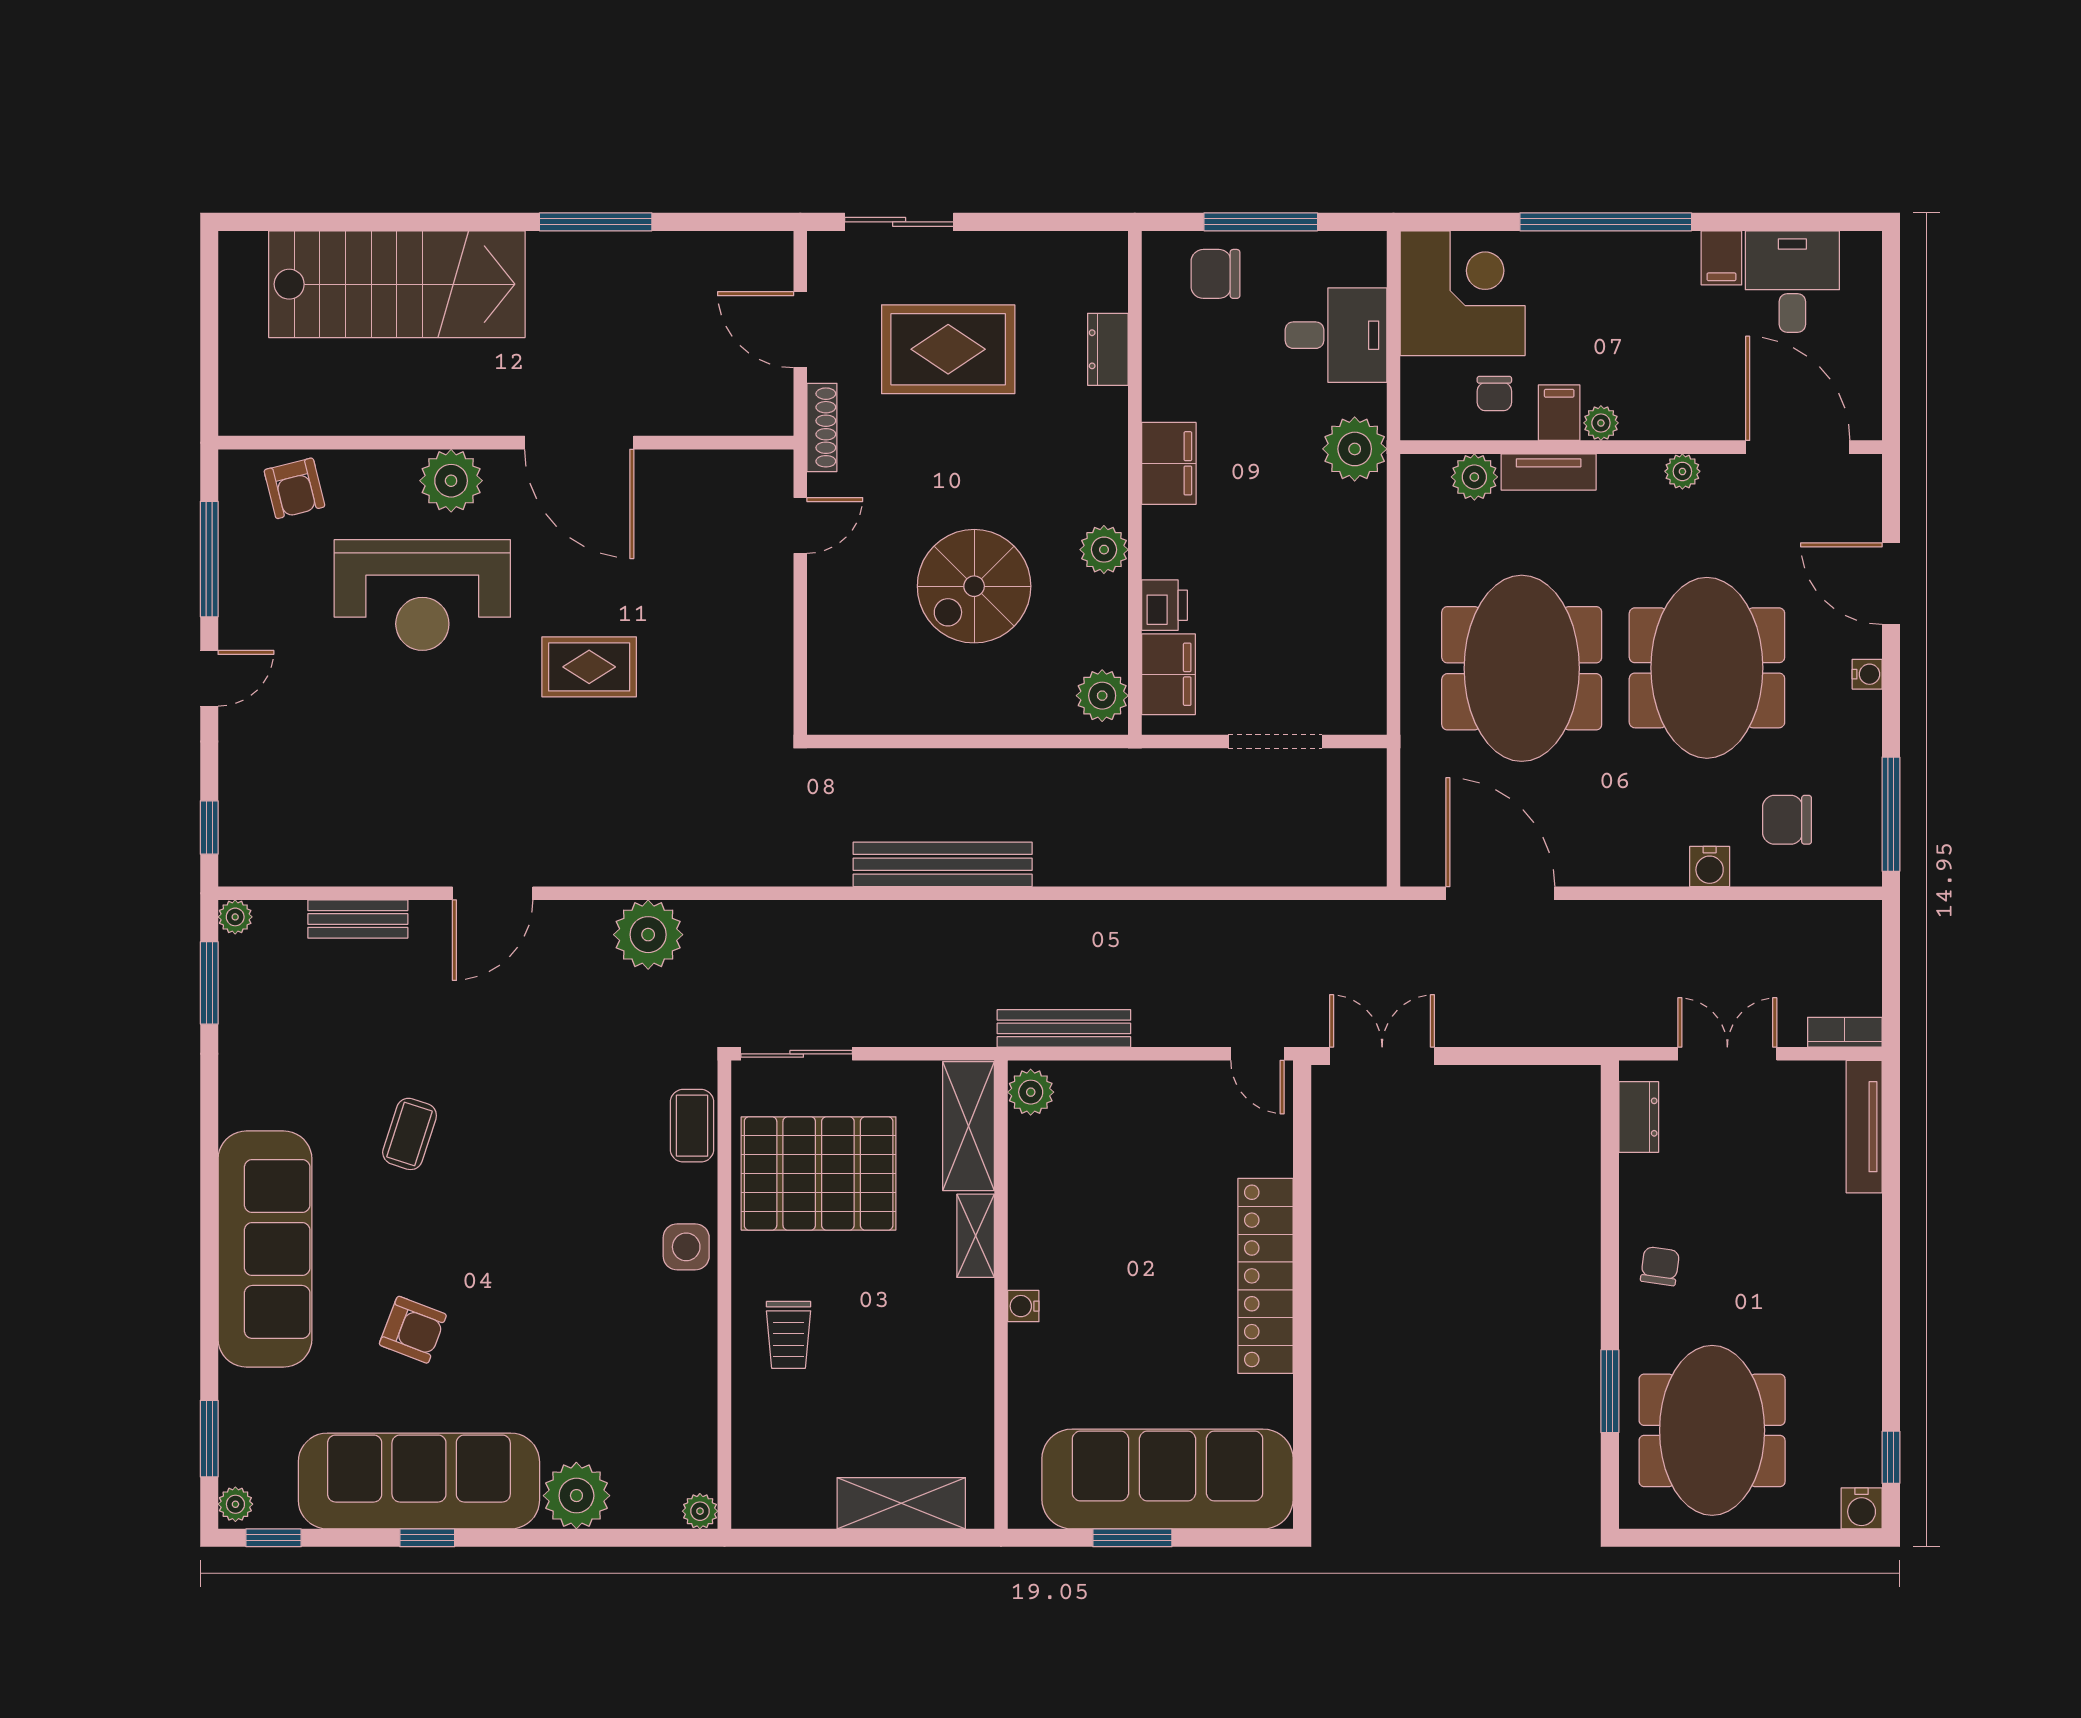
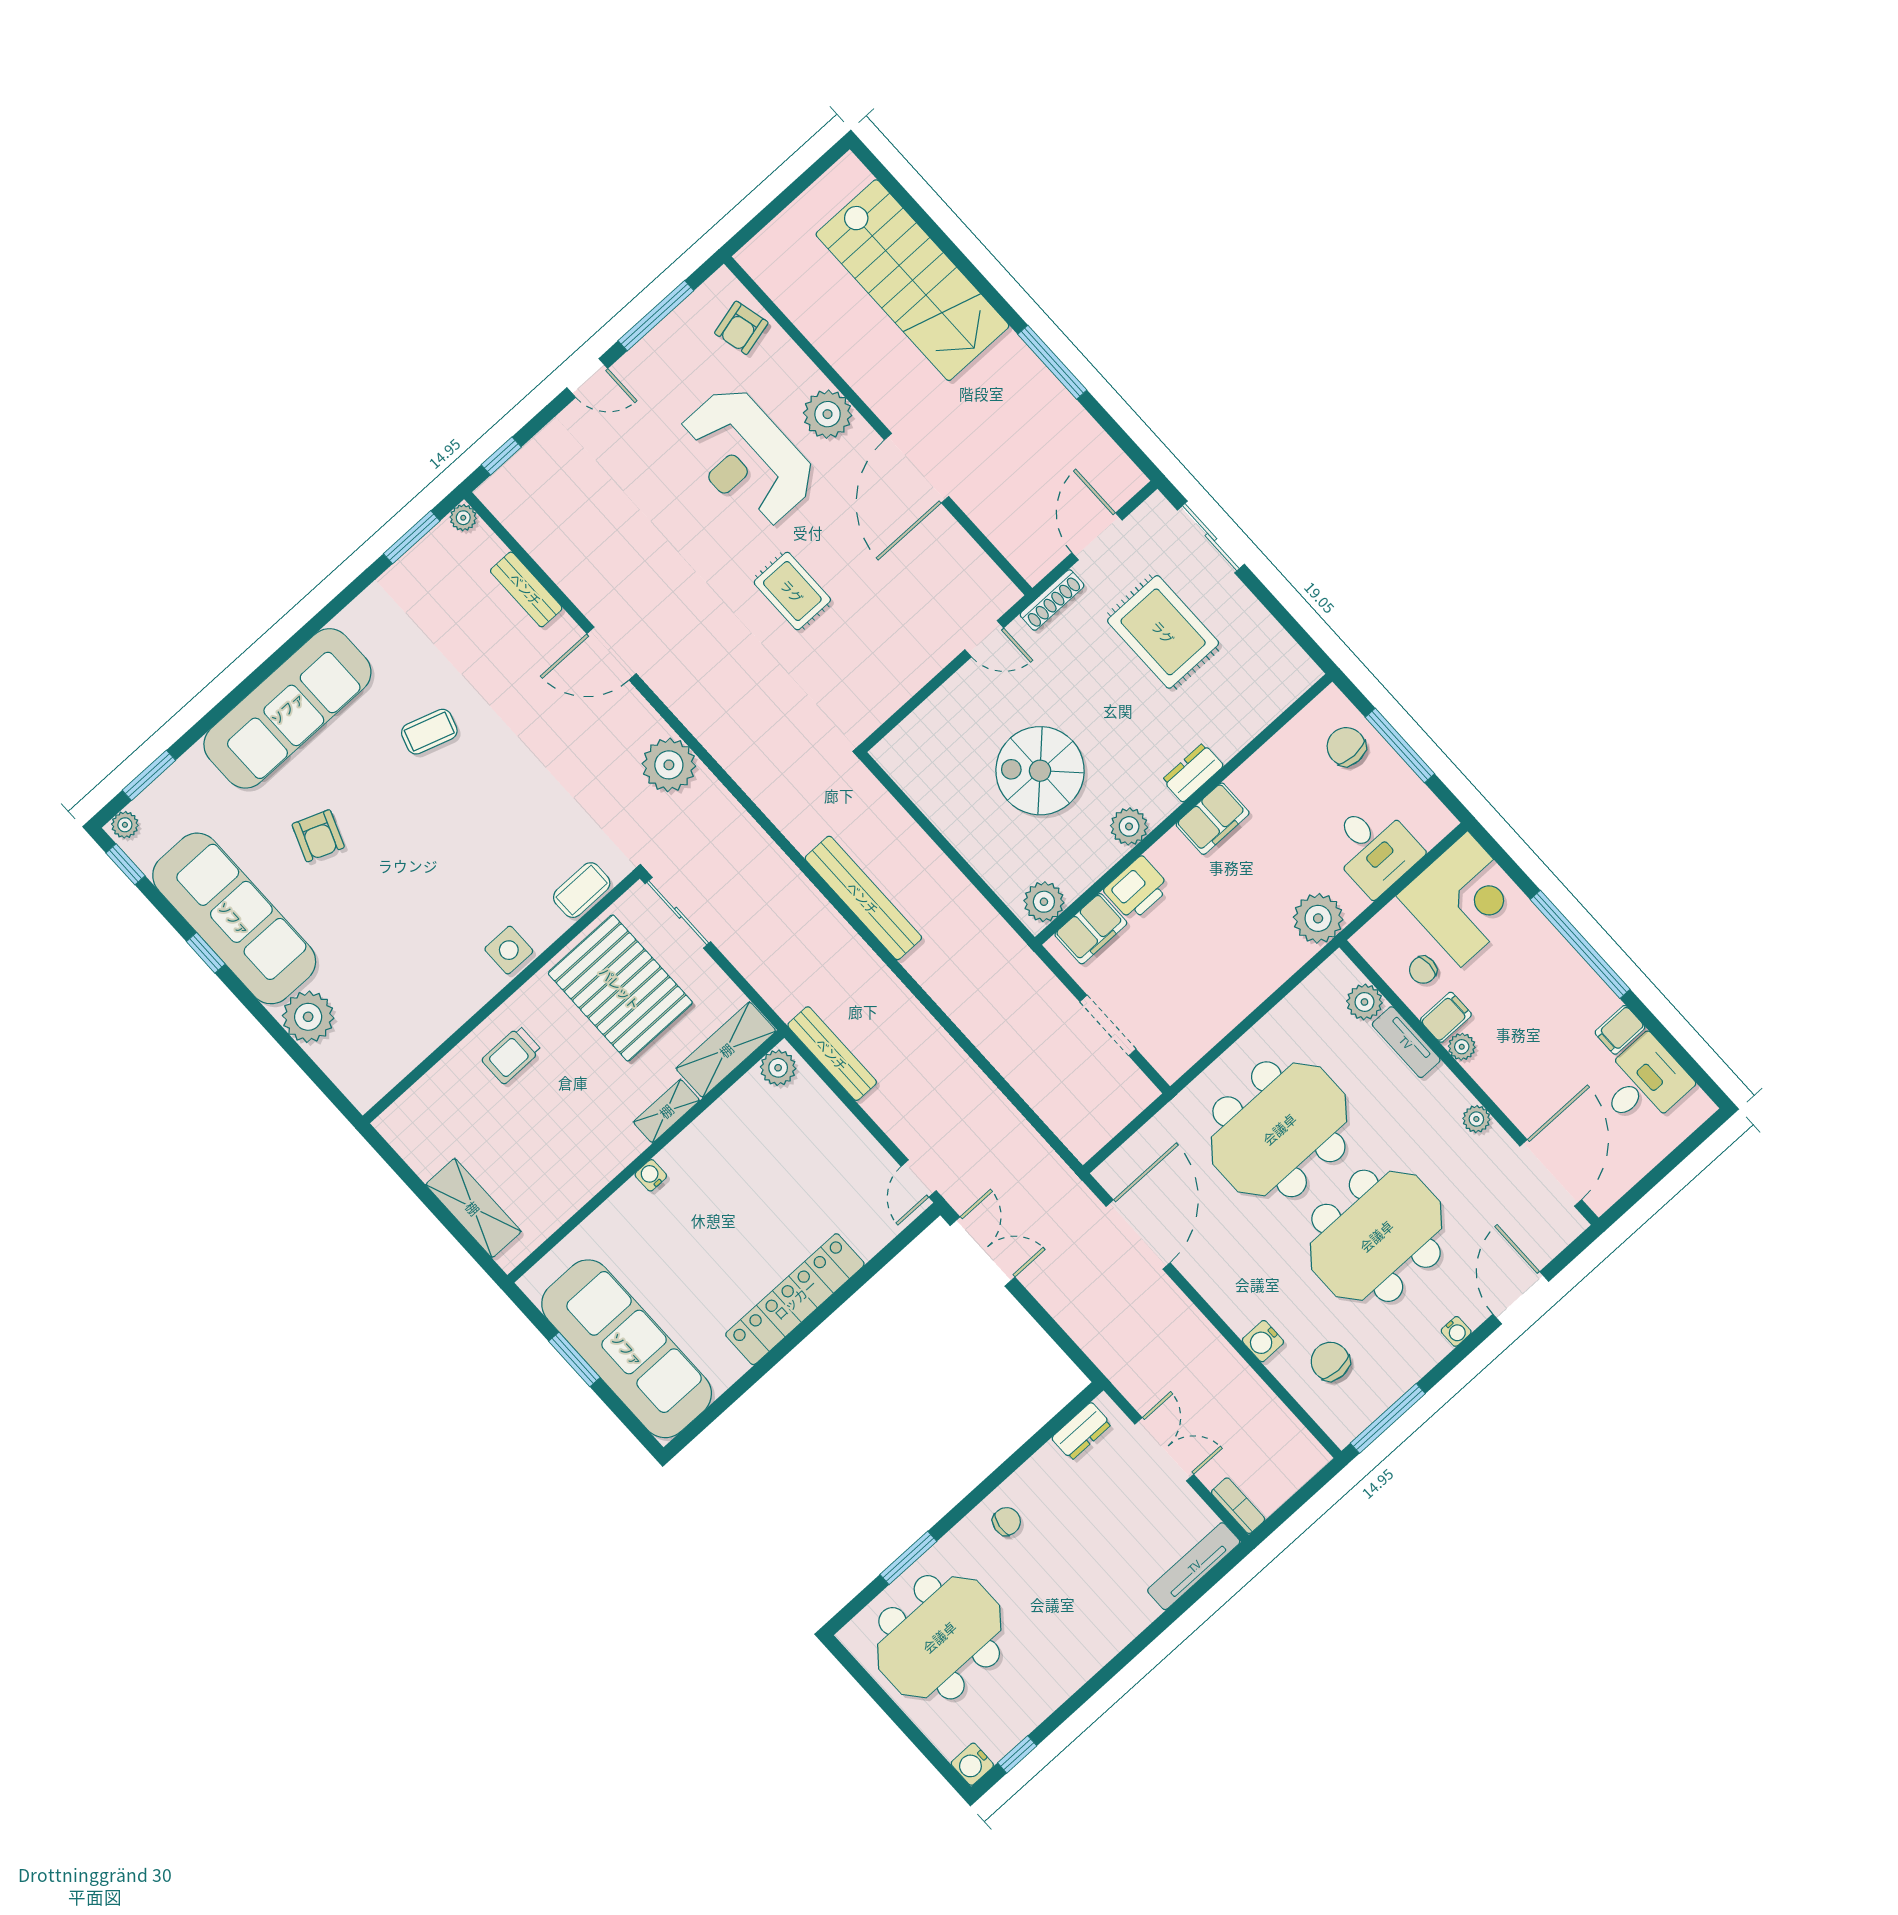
dresser: (1108, 349) -> (1193, 773), moved
printer: (1164, 605) -> (1137, 889), width x1.36, depth x1.24
plant: (700, 1511) -> (364, 1096), removed

